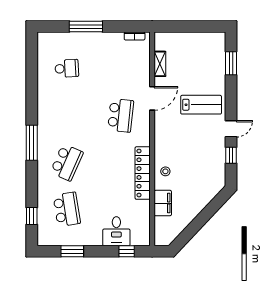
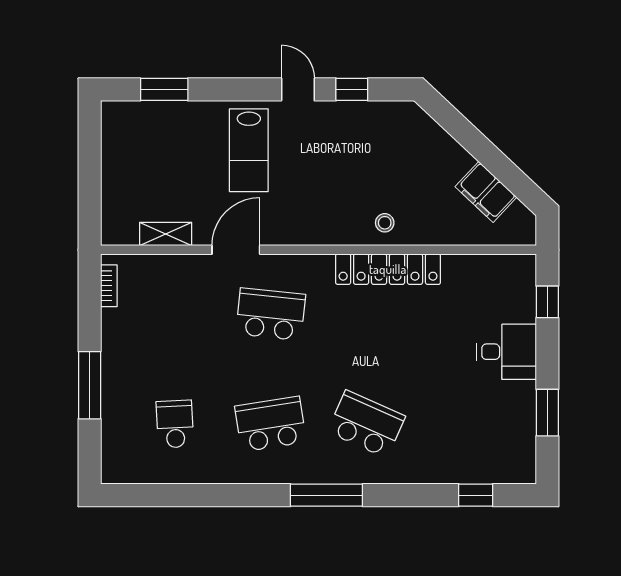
door: (152, 98) -> (236, 250), hinge flipped
lab bench: (201, 105) -> (249, 150), turned 180
filing cabinet: (163, 203) -> (486, 192), moved, turned -137
school desk: (67, 209) -> (271, 424), moved
desk: (116, 231) -> (507, 352), moved

